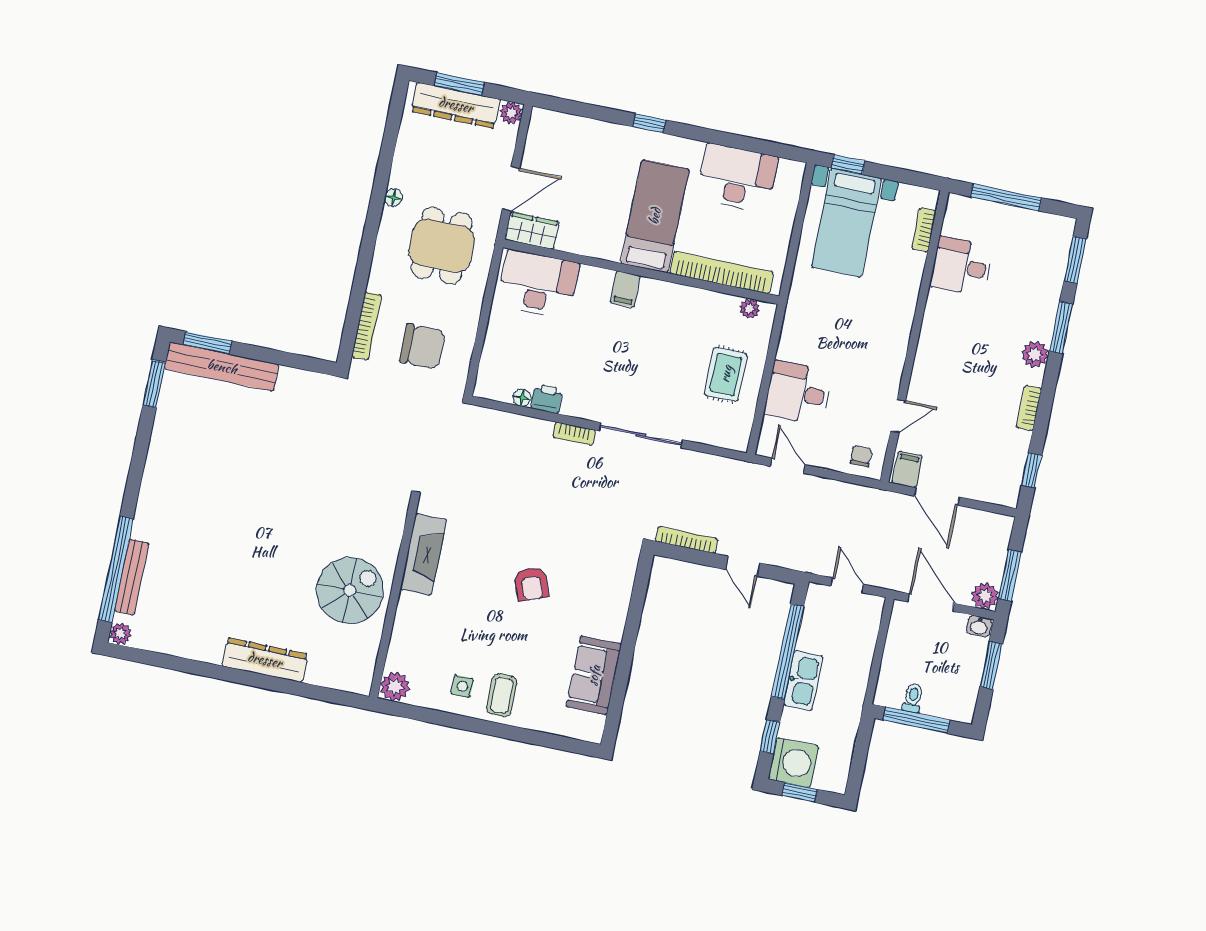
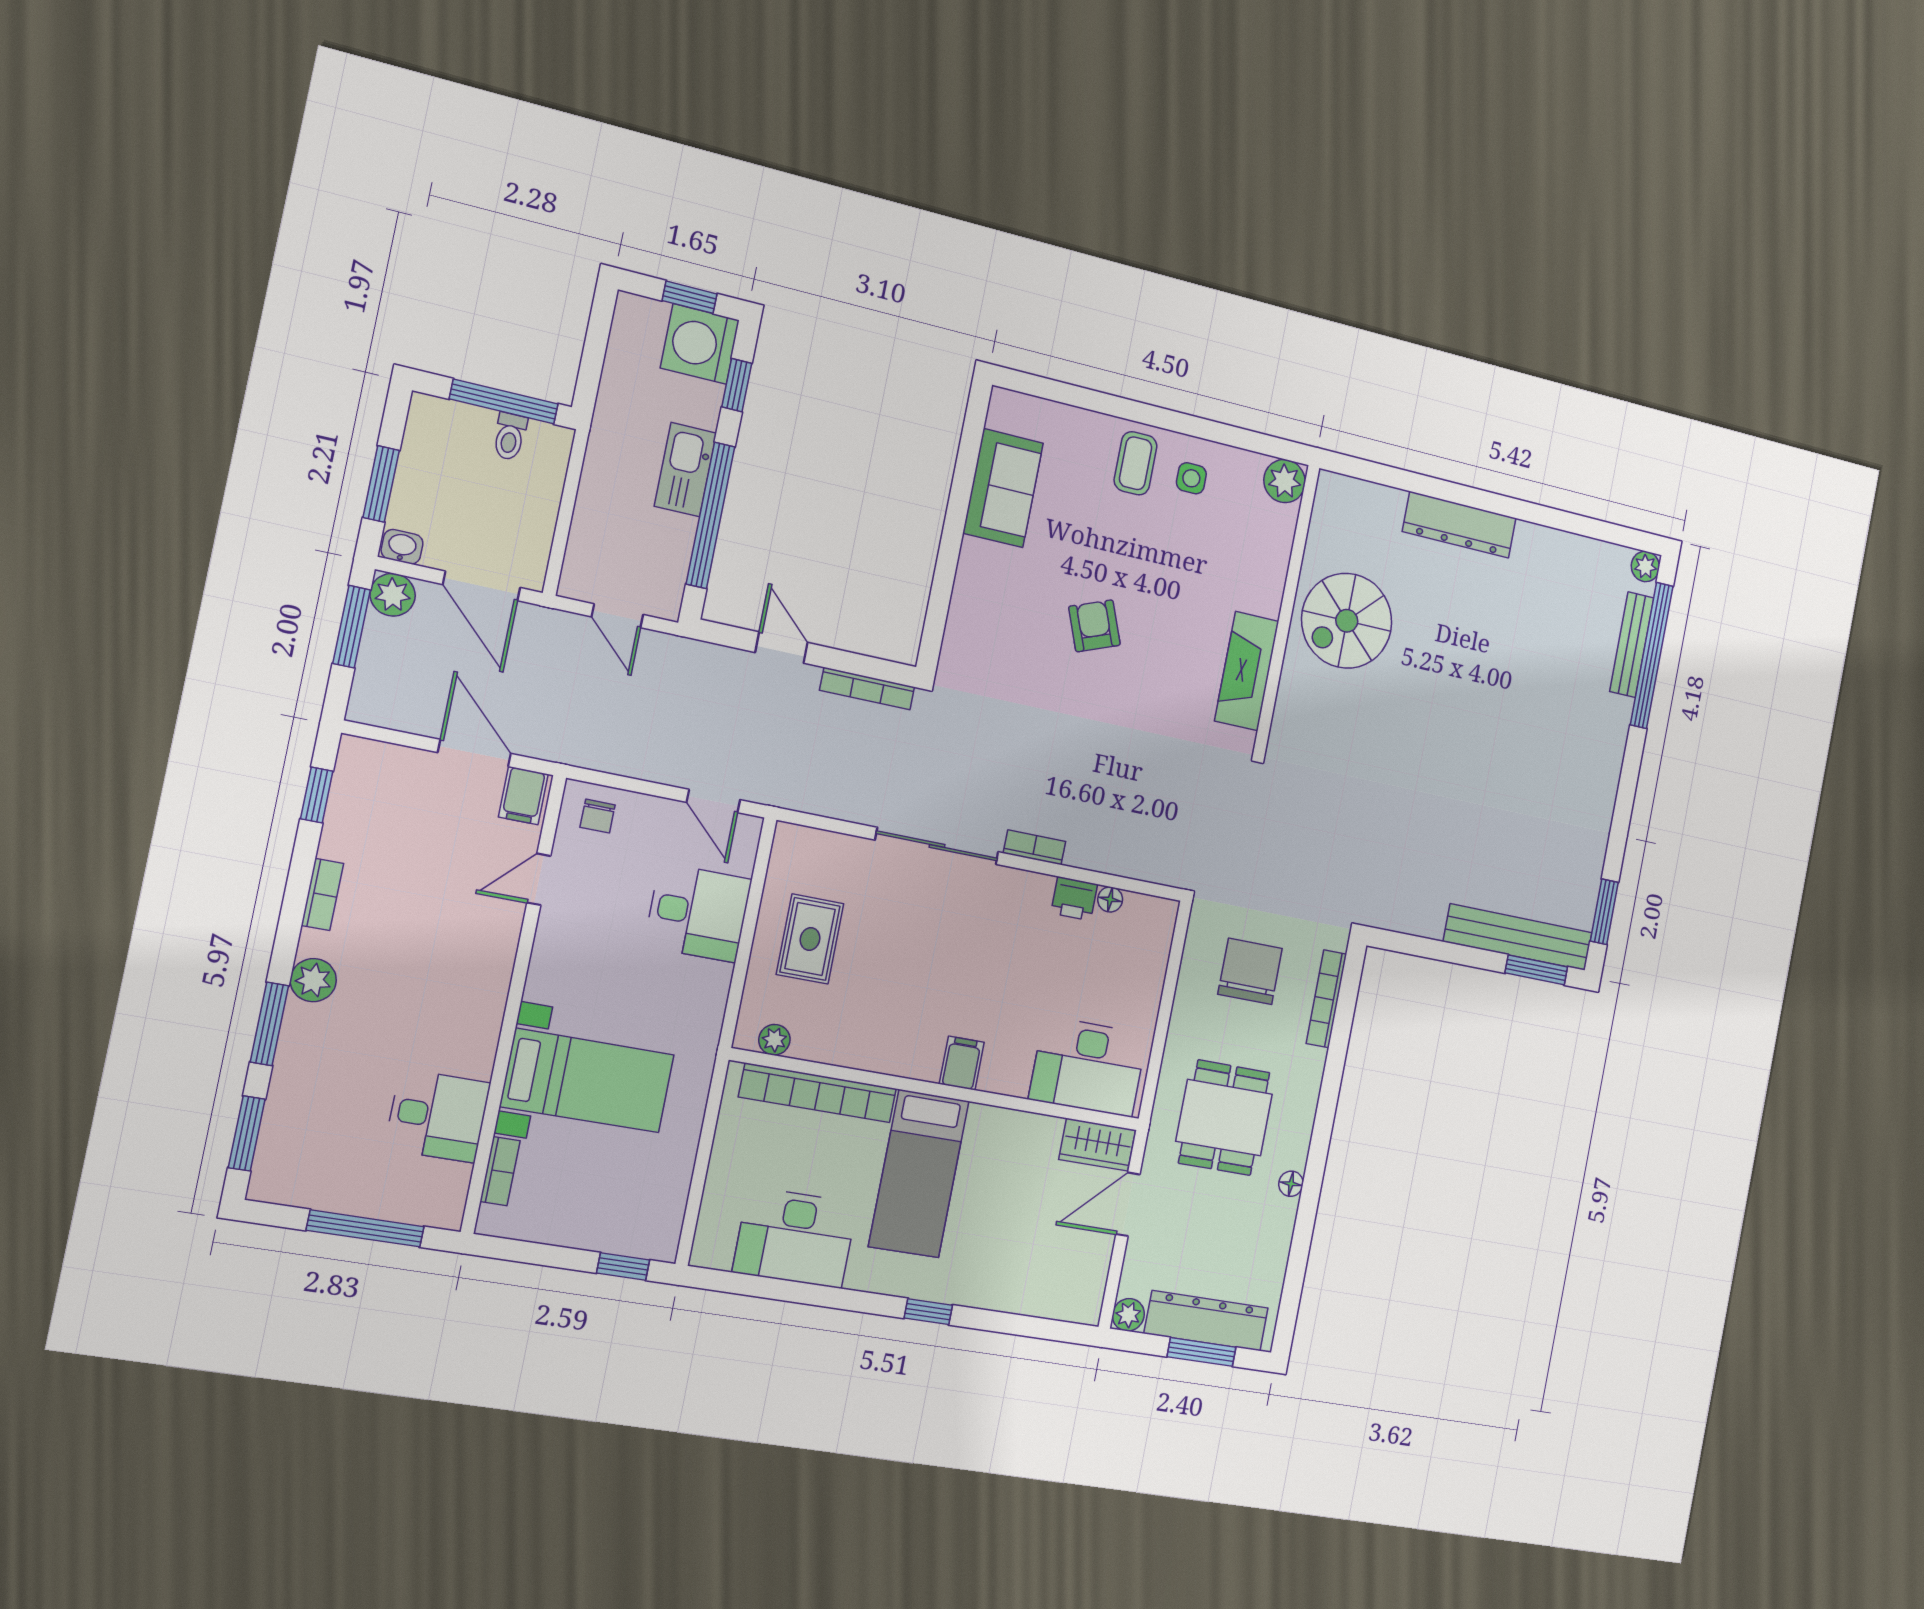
bed with nightstands: (846, 223) -> (587, 1081), moved, turned 90
chair: (422, 347) -> (1250, 971), turned 90

